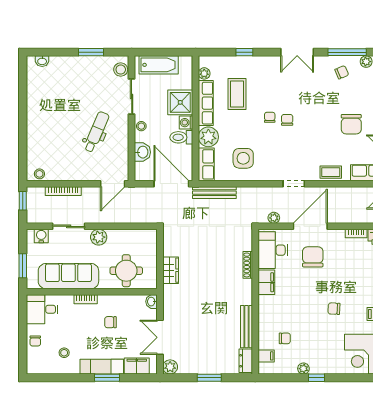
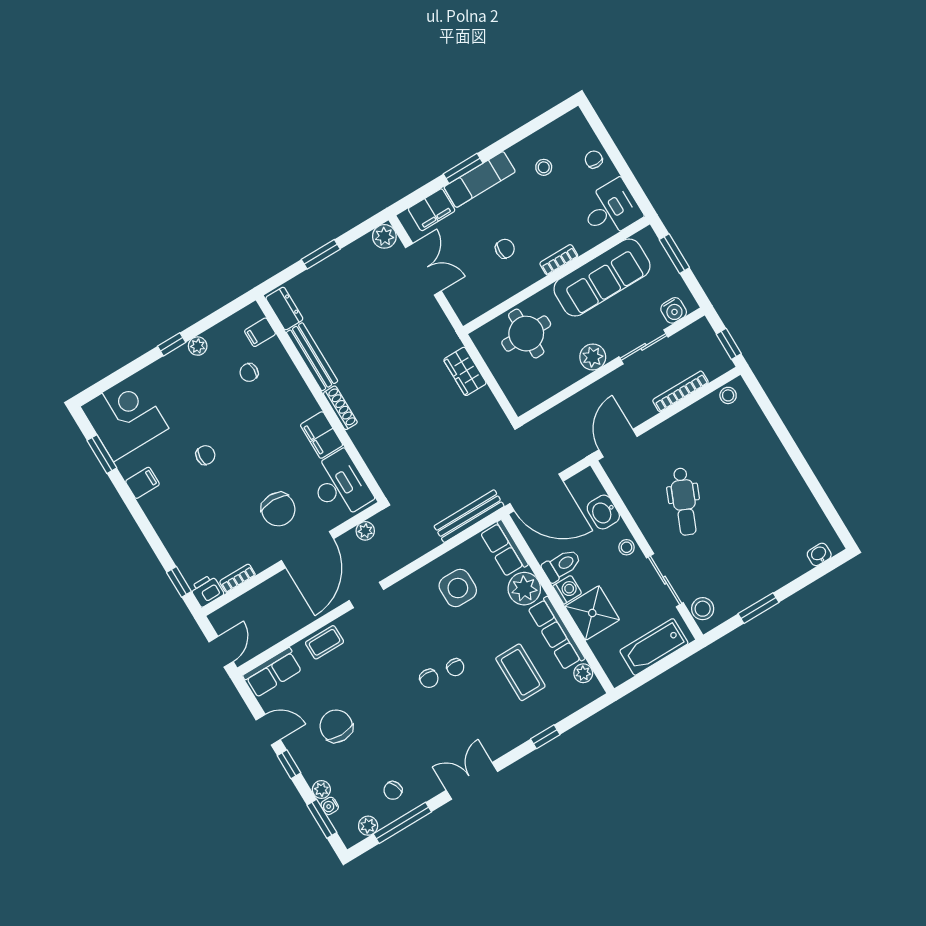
shoe rack: (248, 265) -> (340, 408), moved
washbasin: (152, 302) -> (465, 312), removed

